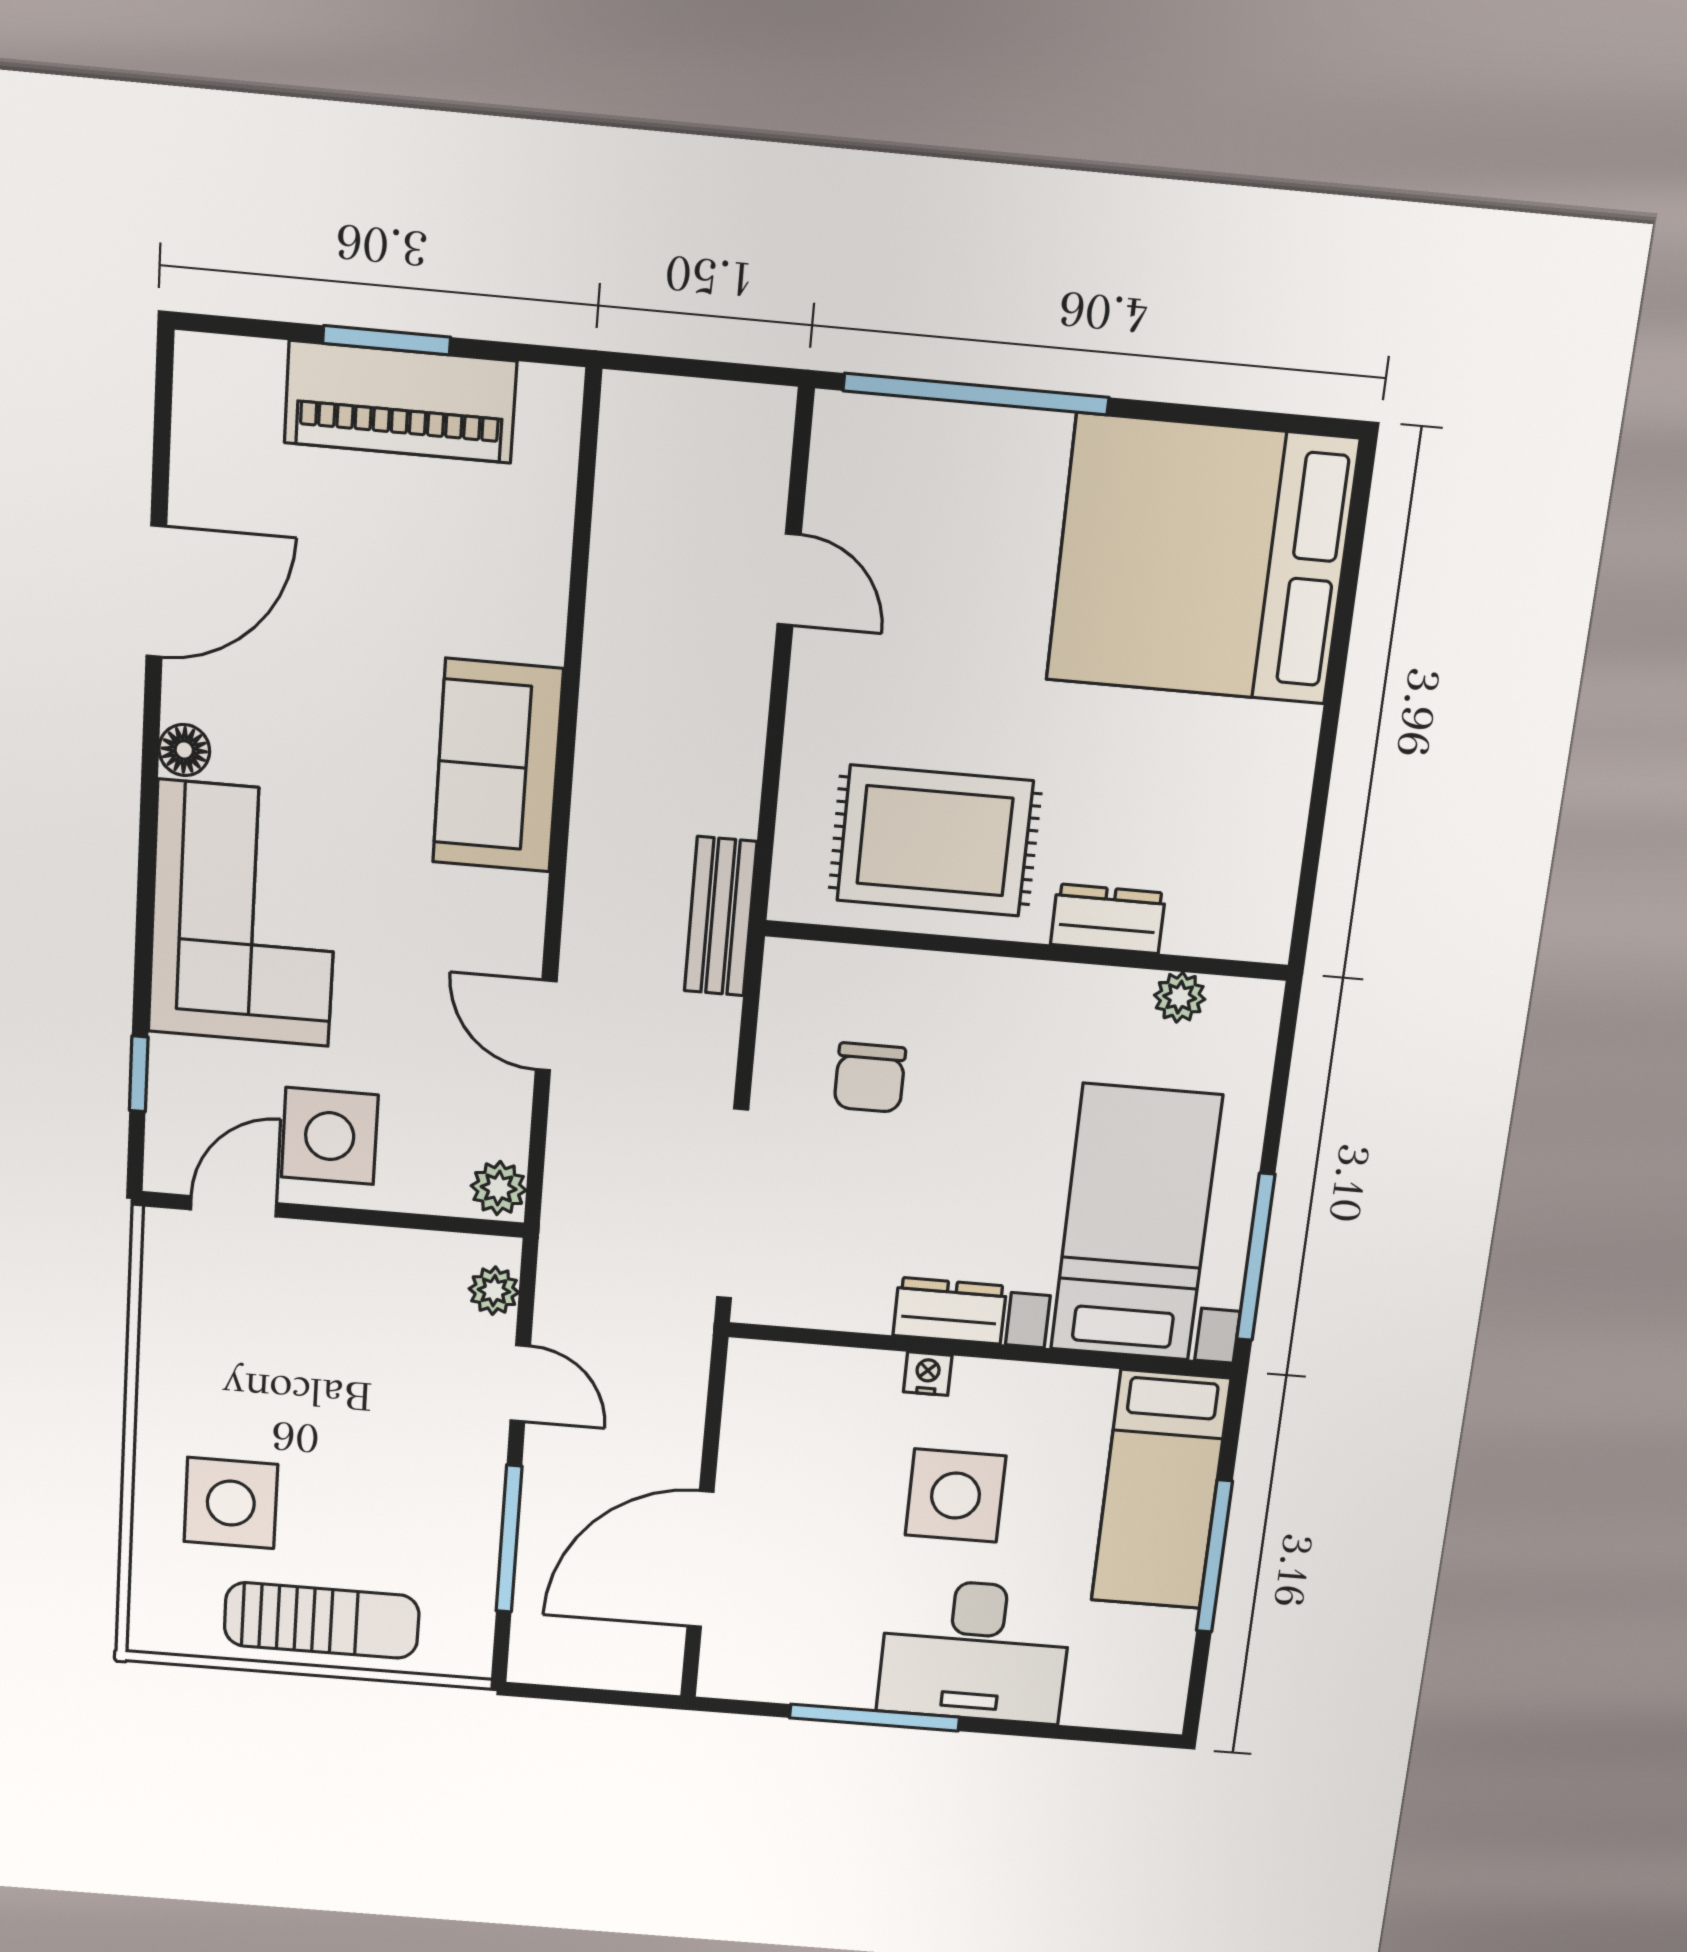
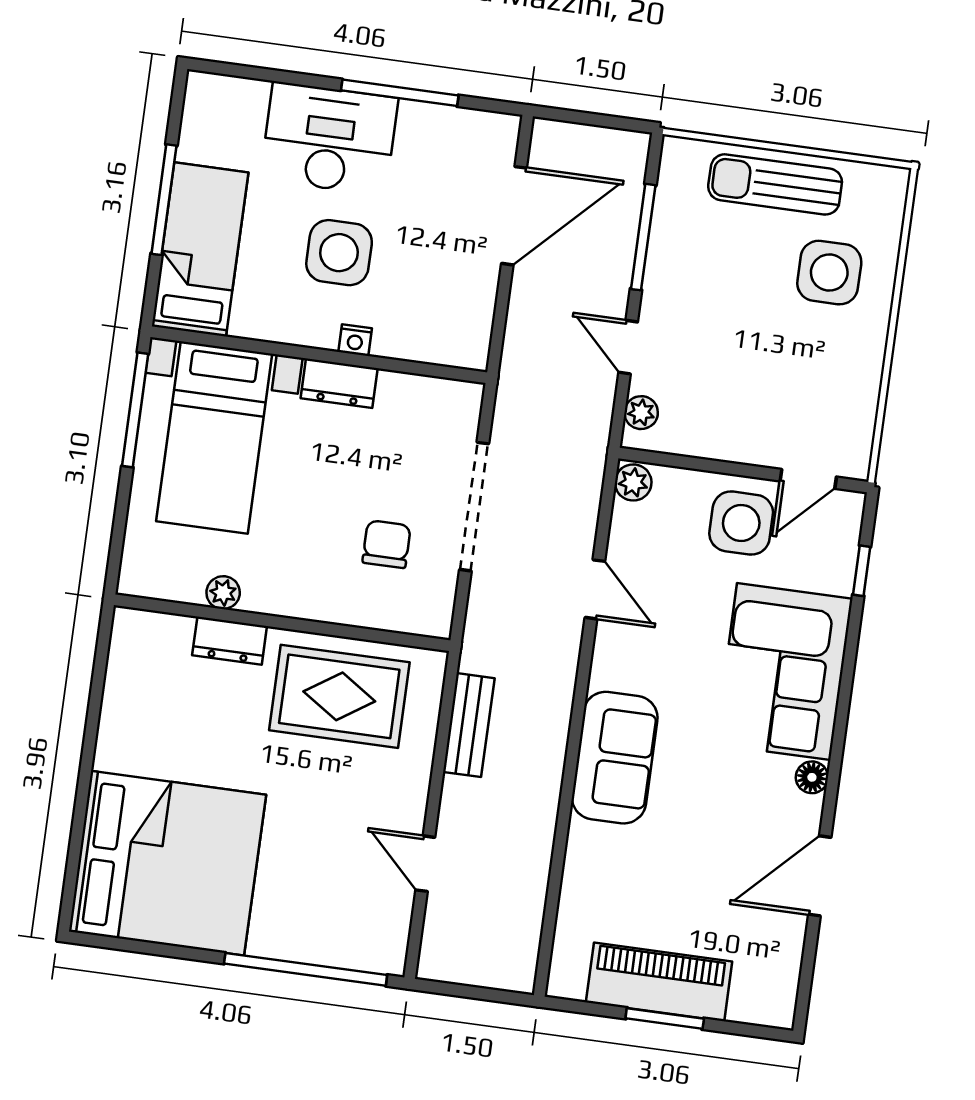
bench: (721, 916) -> (469, 725), moved
plant: (1180, 997) -> (223, 593), moved
doorway: (733, 1204) -> (474, 507), moved

